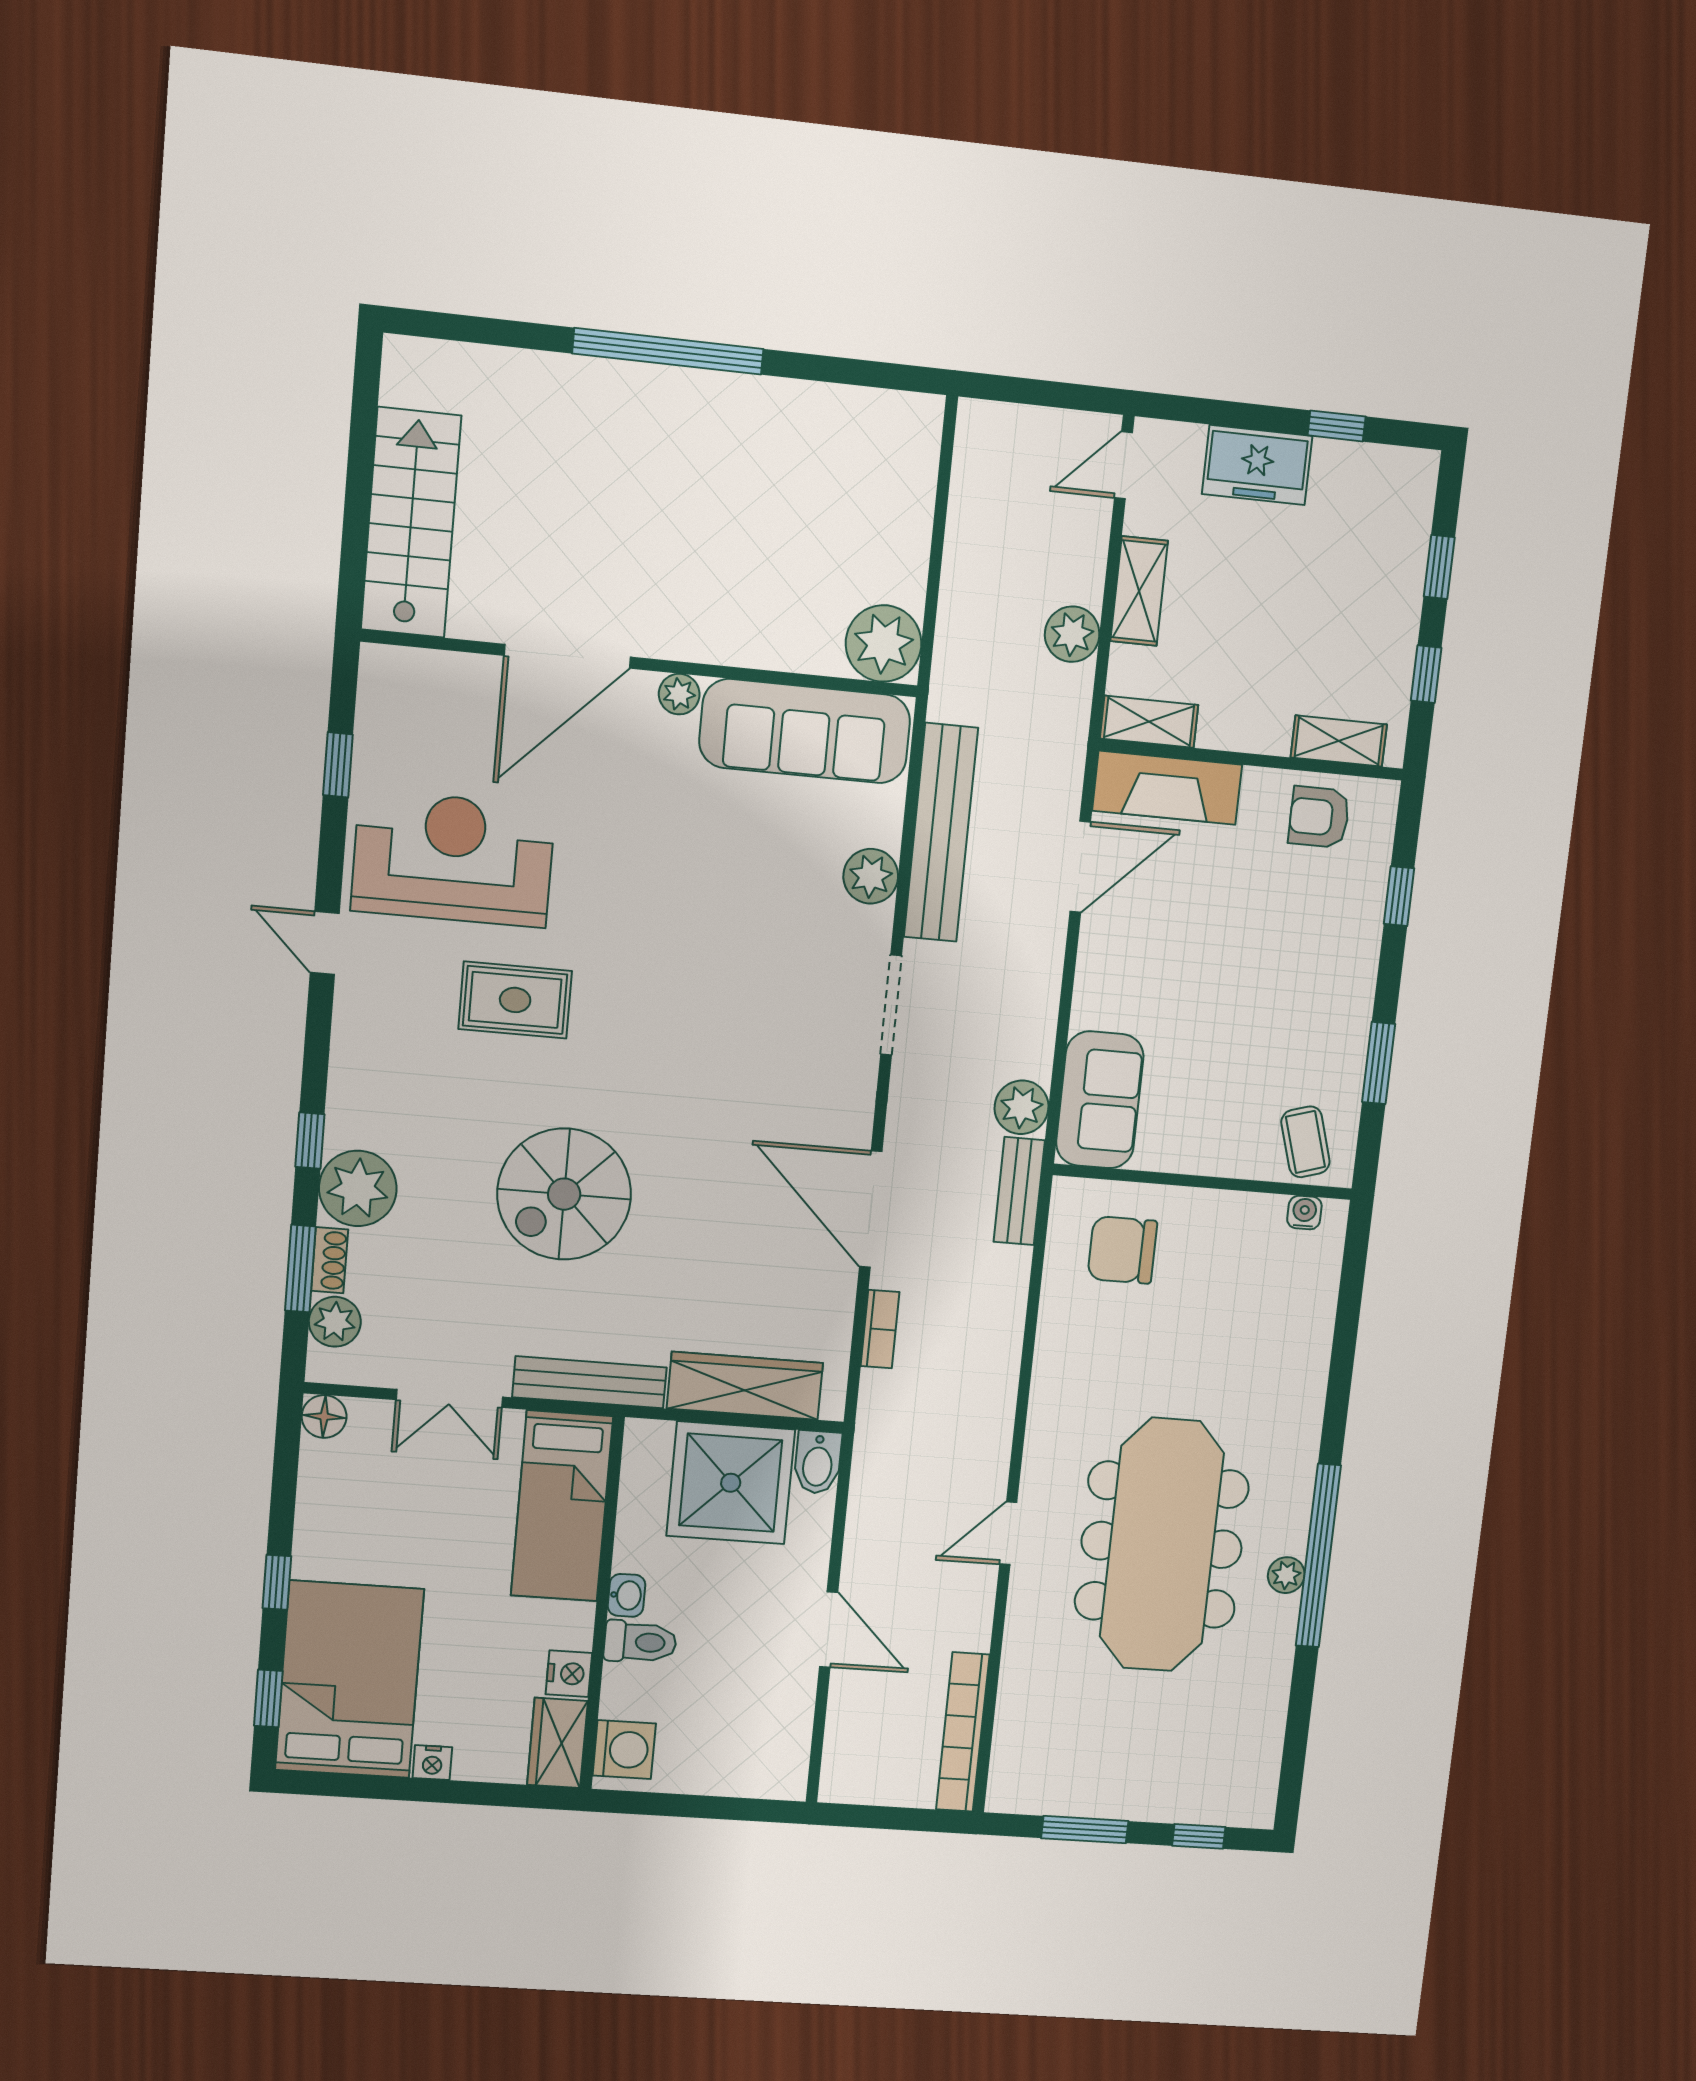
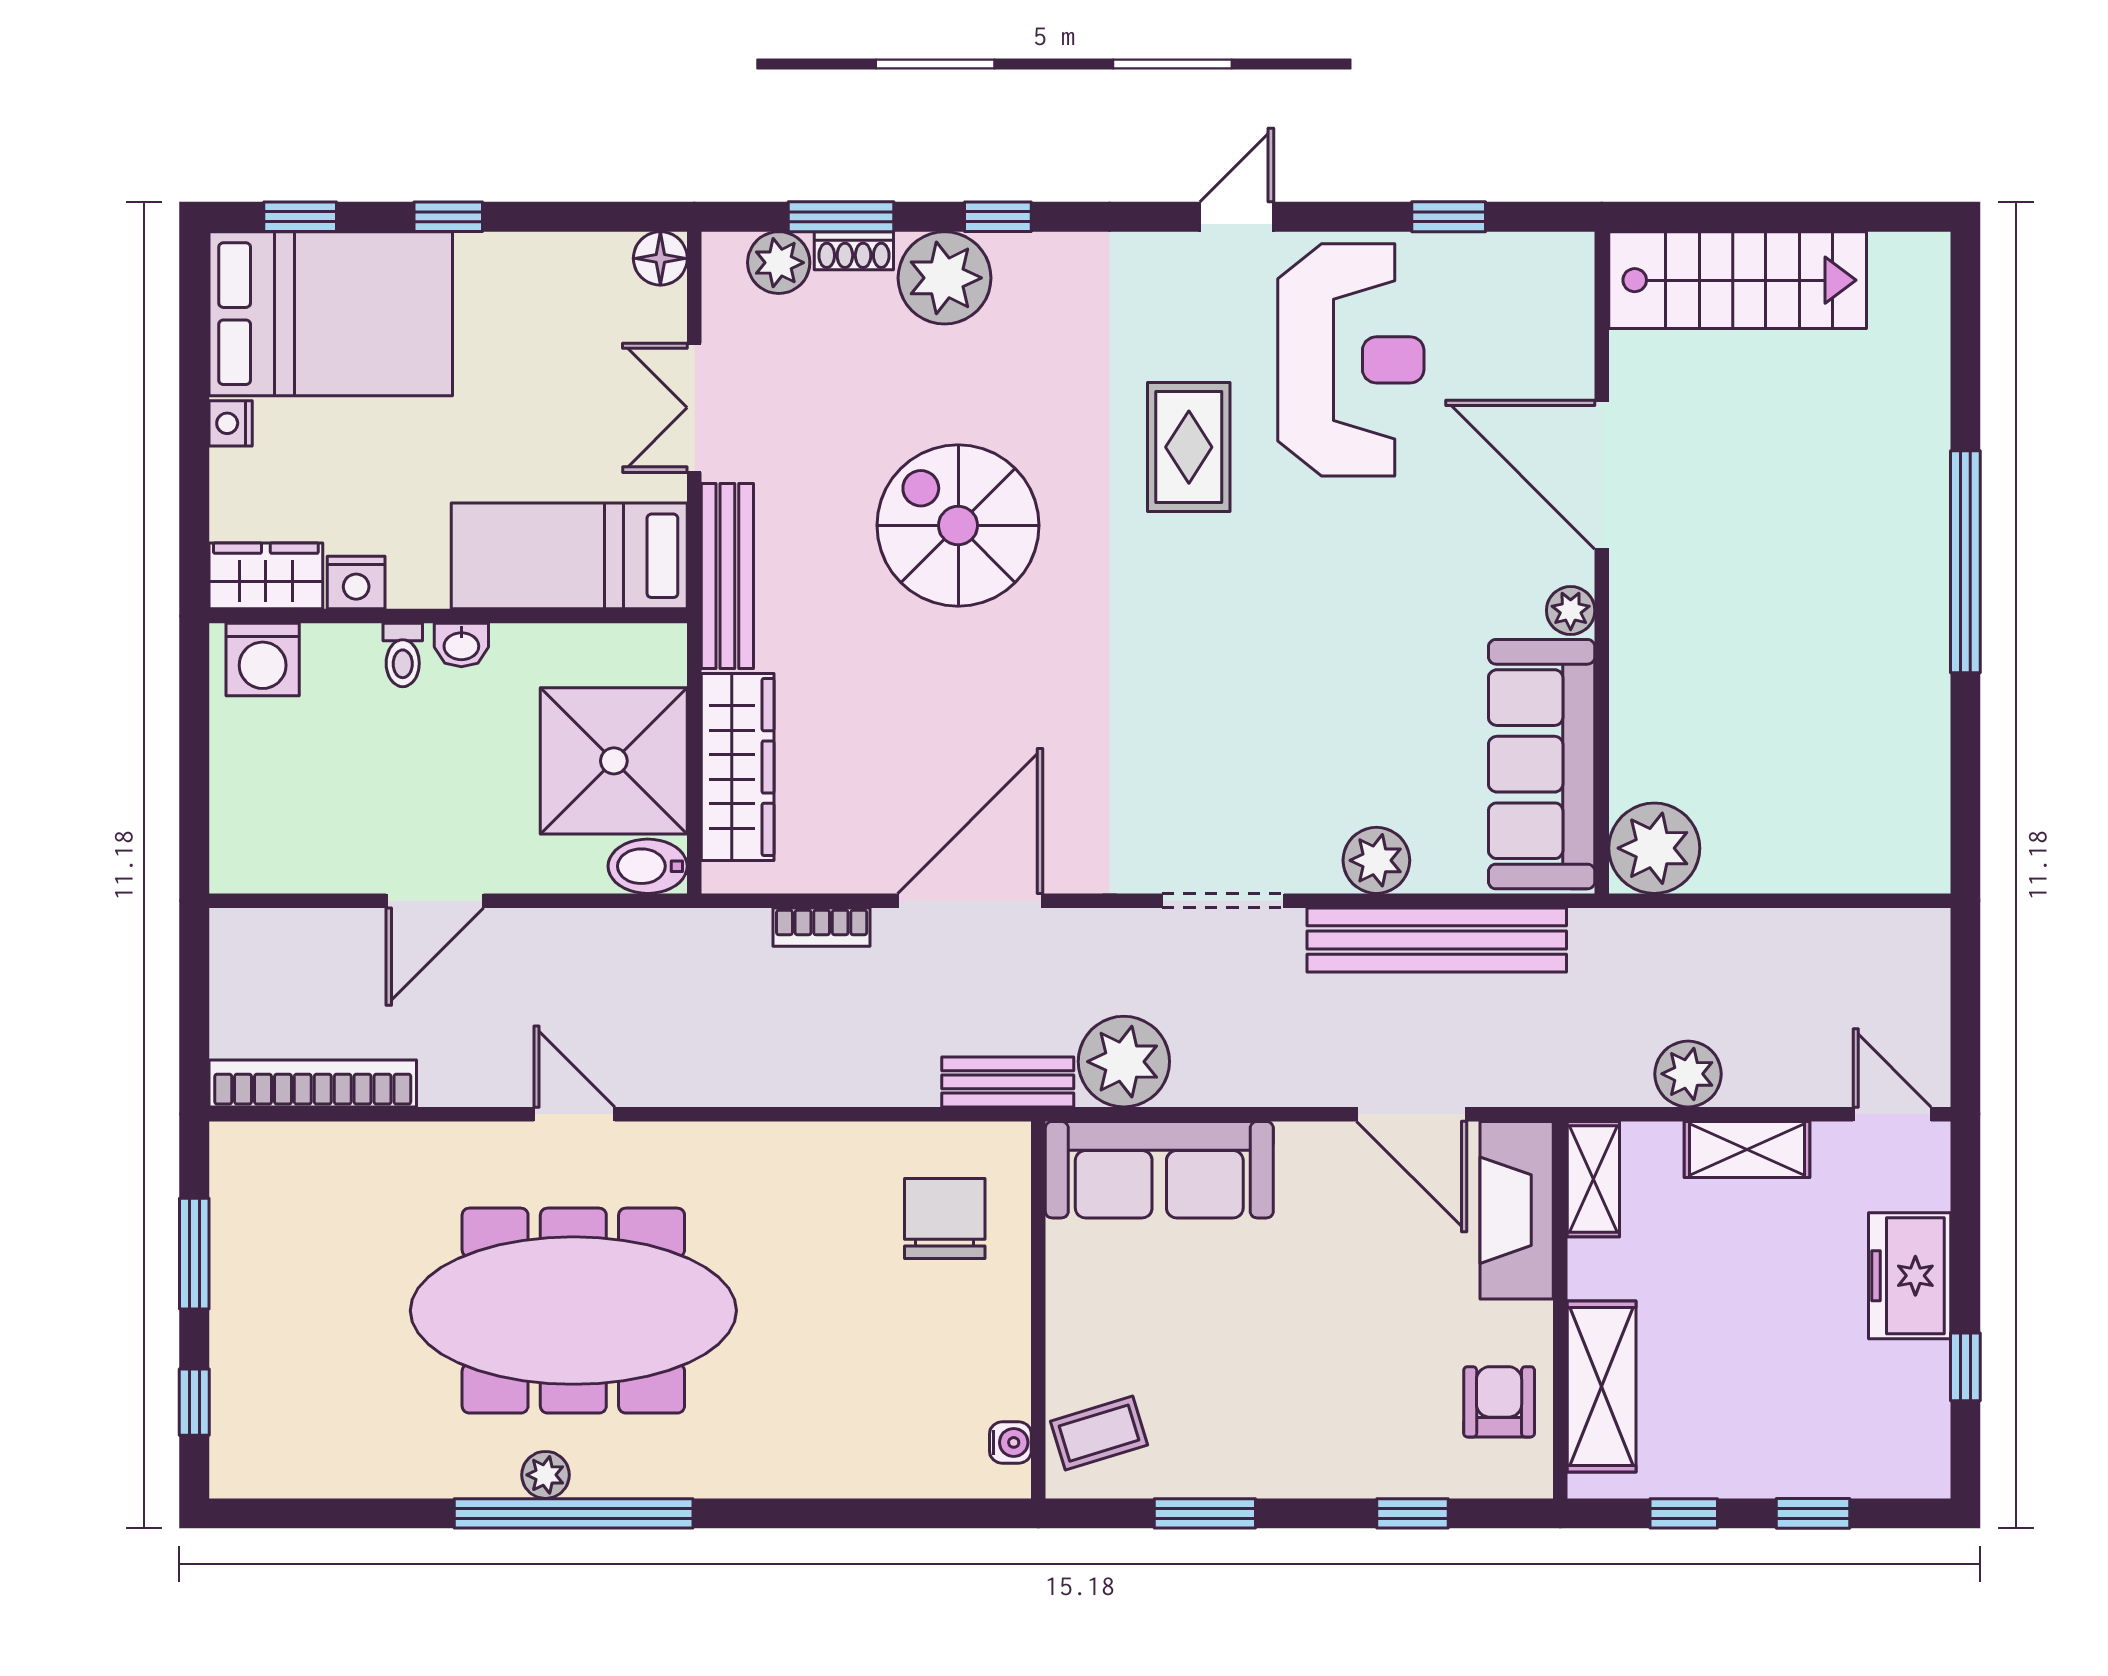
shelving: (1339, 741) -> (1602, 1387), width x1.50, depth x1.33
sofa: (1100, 1100) -> (1159, 1170), width x1.36
plant: (1022, 1107) -> (1124, 1062), width x1.36, depth x1.36
toilet: (640, 1642) -> (403, 655), width x0.73, depth x0.72

